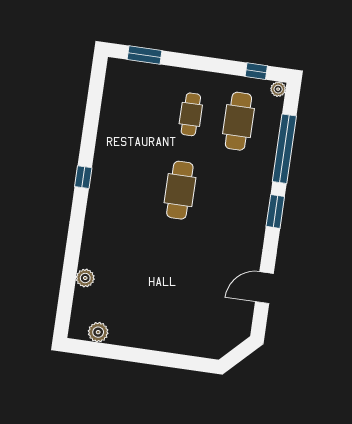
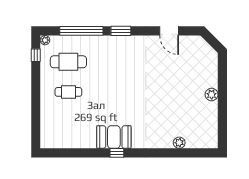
window: (144, 55) -> (36, 126), removed
booth: (109, 176) -> (114, 137), added
cafe table: (180, 190) -> (116, 92), removed
plant: (98, 332) -> (212, 95), moved

